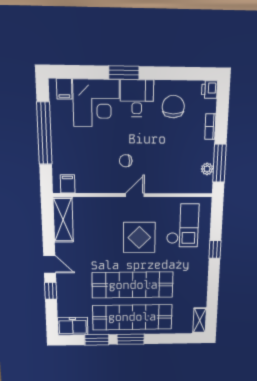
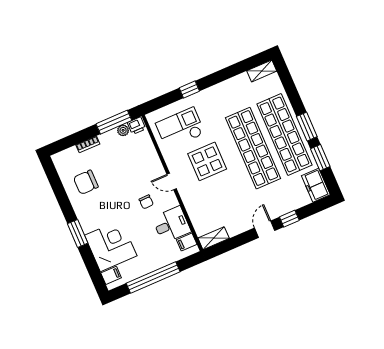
printer: (209, 90) -> (137, 126), moved
desk: (137, 98) -> (171, 225), moved, turned 180
shelving: (63, 220) -> (214, 238), width x0.67, depth x0.75

